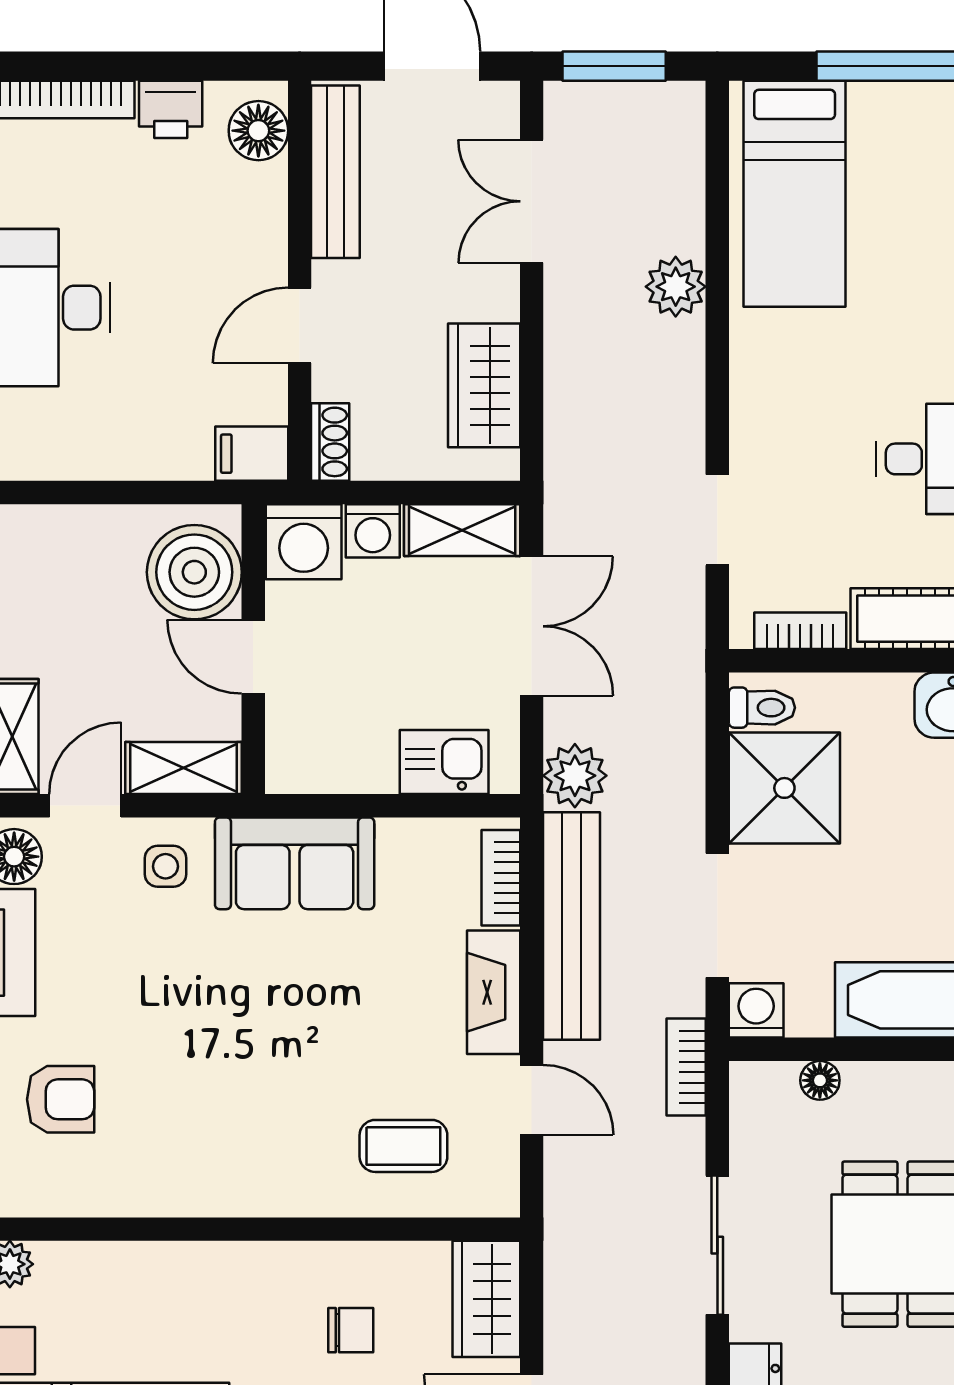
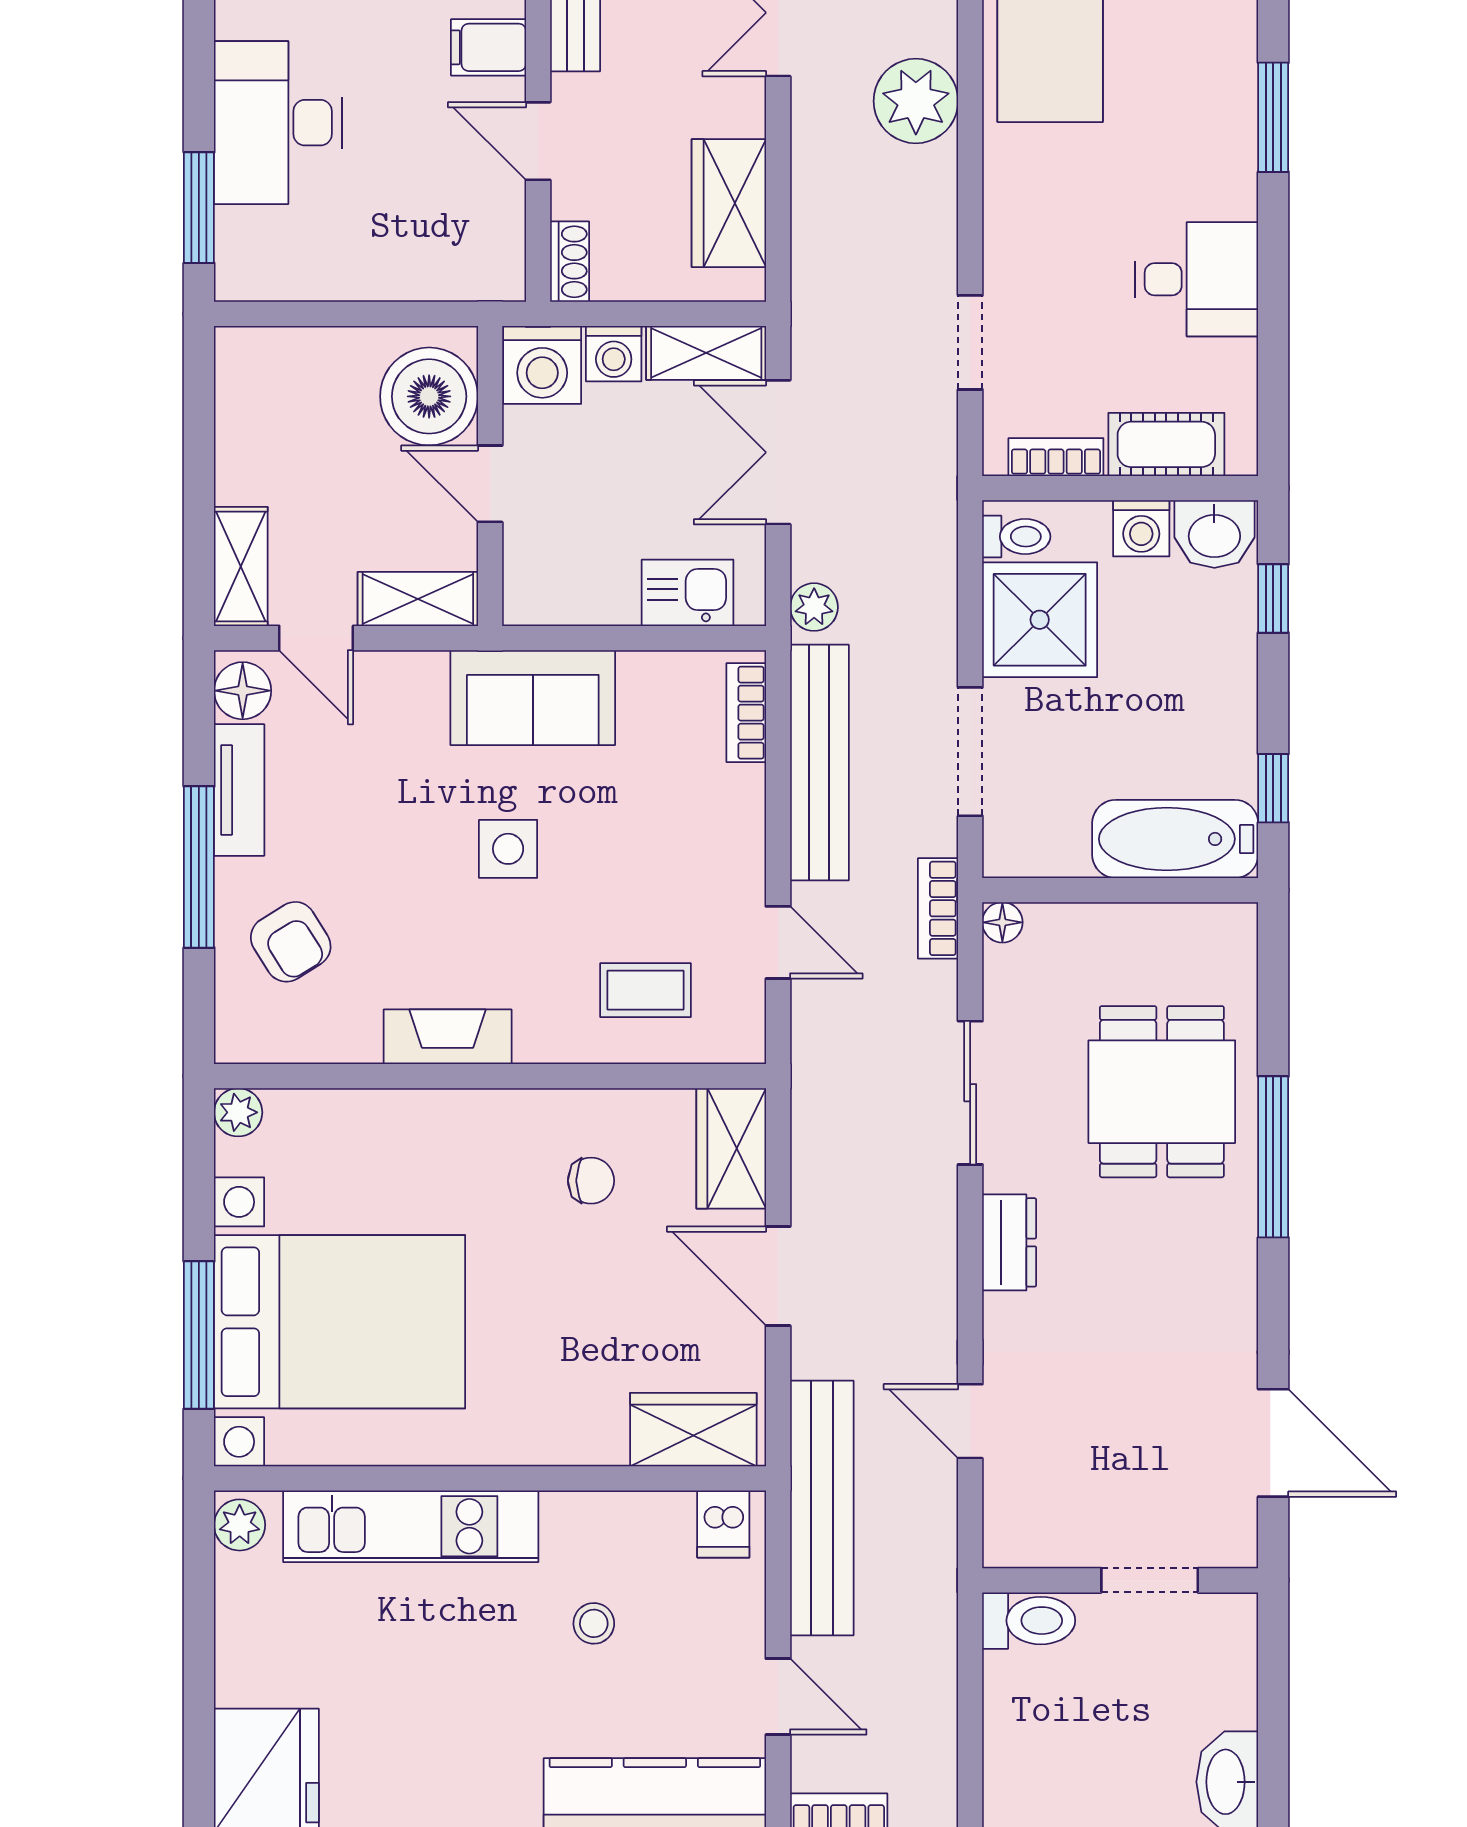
plant: (676, 287) -> (916, 101), width x1.36, depth x1.36
door: (300, 325) -> (538, 141), hinge flipped
filing cabinet: (252, 454) -> (488, 47), moved
double door: (532, 626) -> (778, 452), swing flipped
plant: (575, 776) -> (814, 607), width x0.73, depth x0.73
door: (85, 806) -> (316, 638), swing flipped
side table: (165, 866) -> (508, 849), moved, width x1.37, depth x1.37
fireplace: (494, 992) -> (448, 1037), moved, turned 90
washing machine: (756, 1010) -> (1141, 528), moved, turned 180
floor lamp: (820, 1080) -> (1002, 922), moved
armchair: (61, 1099) -> (291, 942), turned 58

